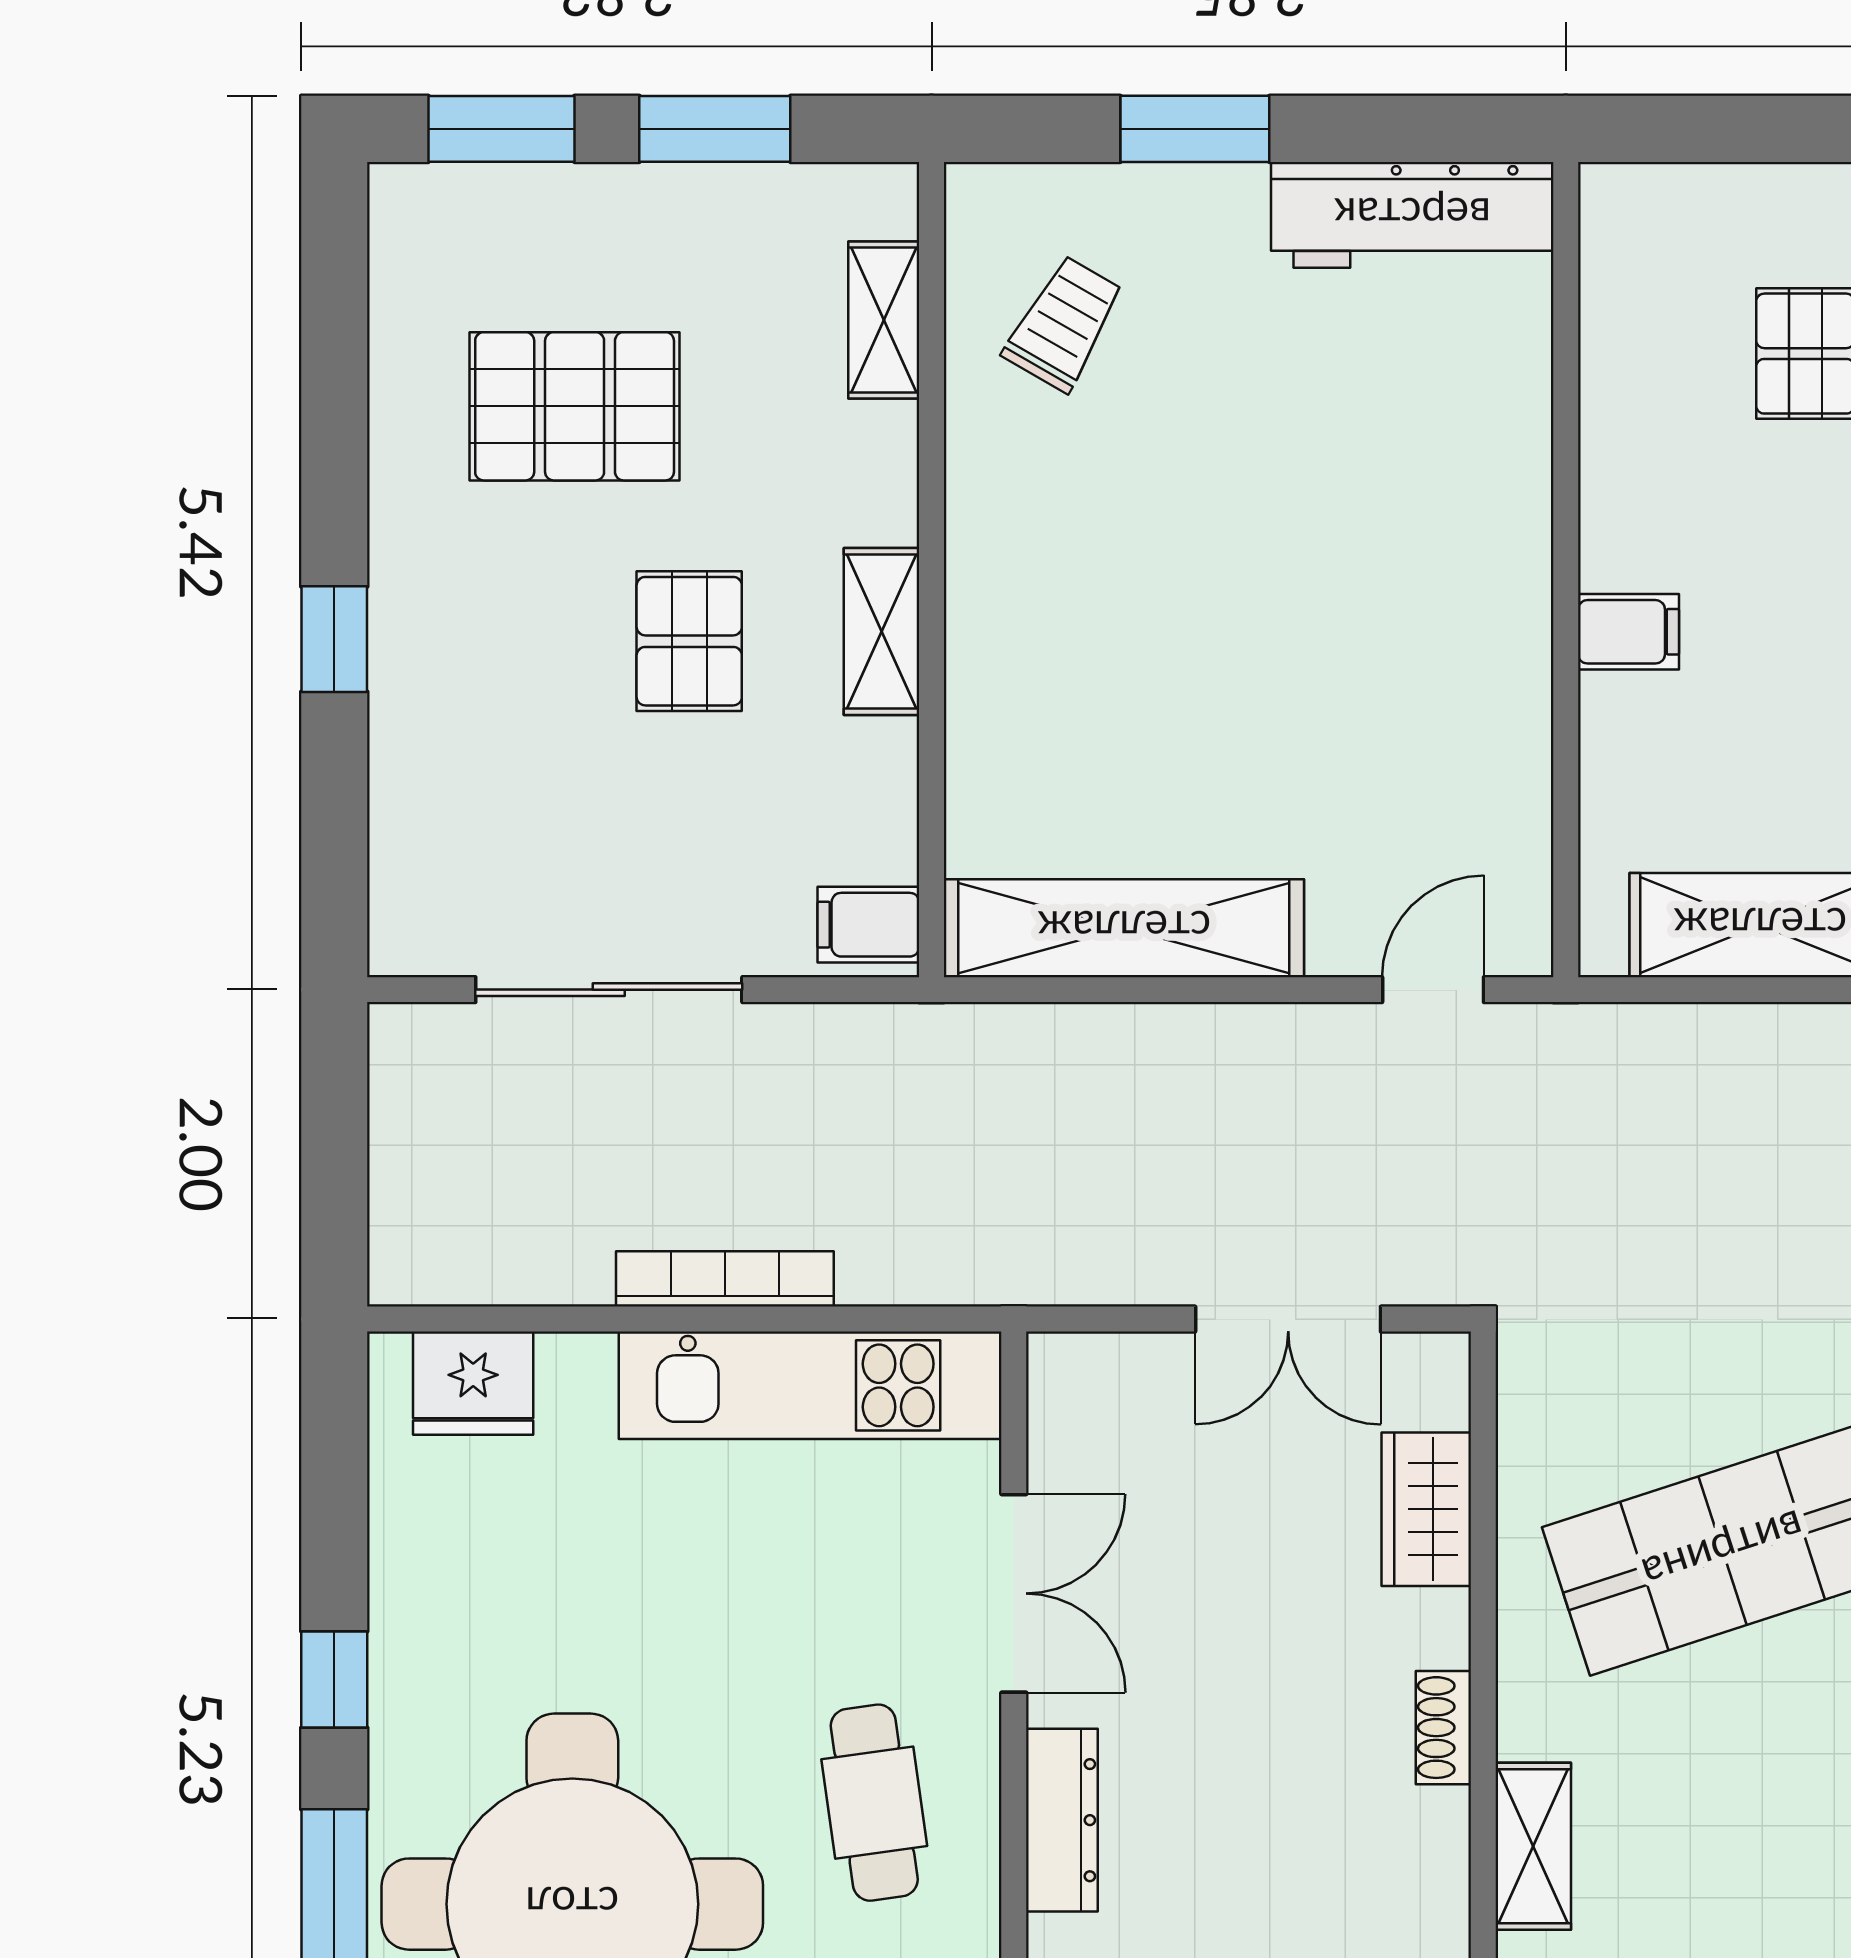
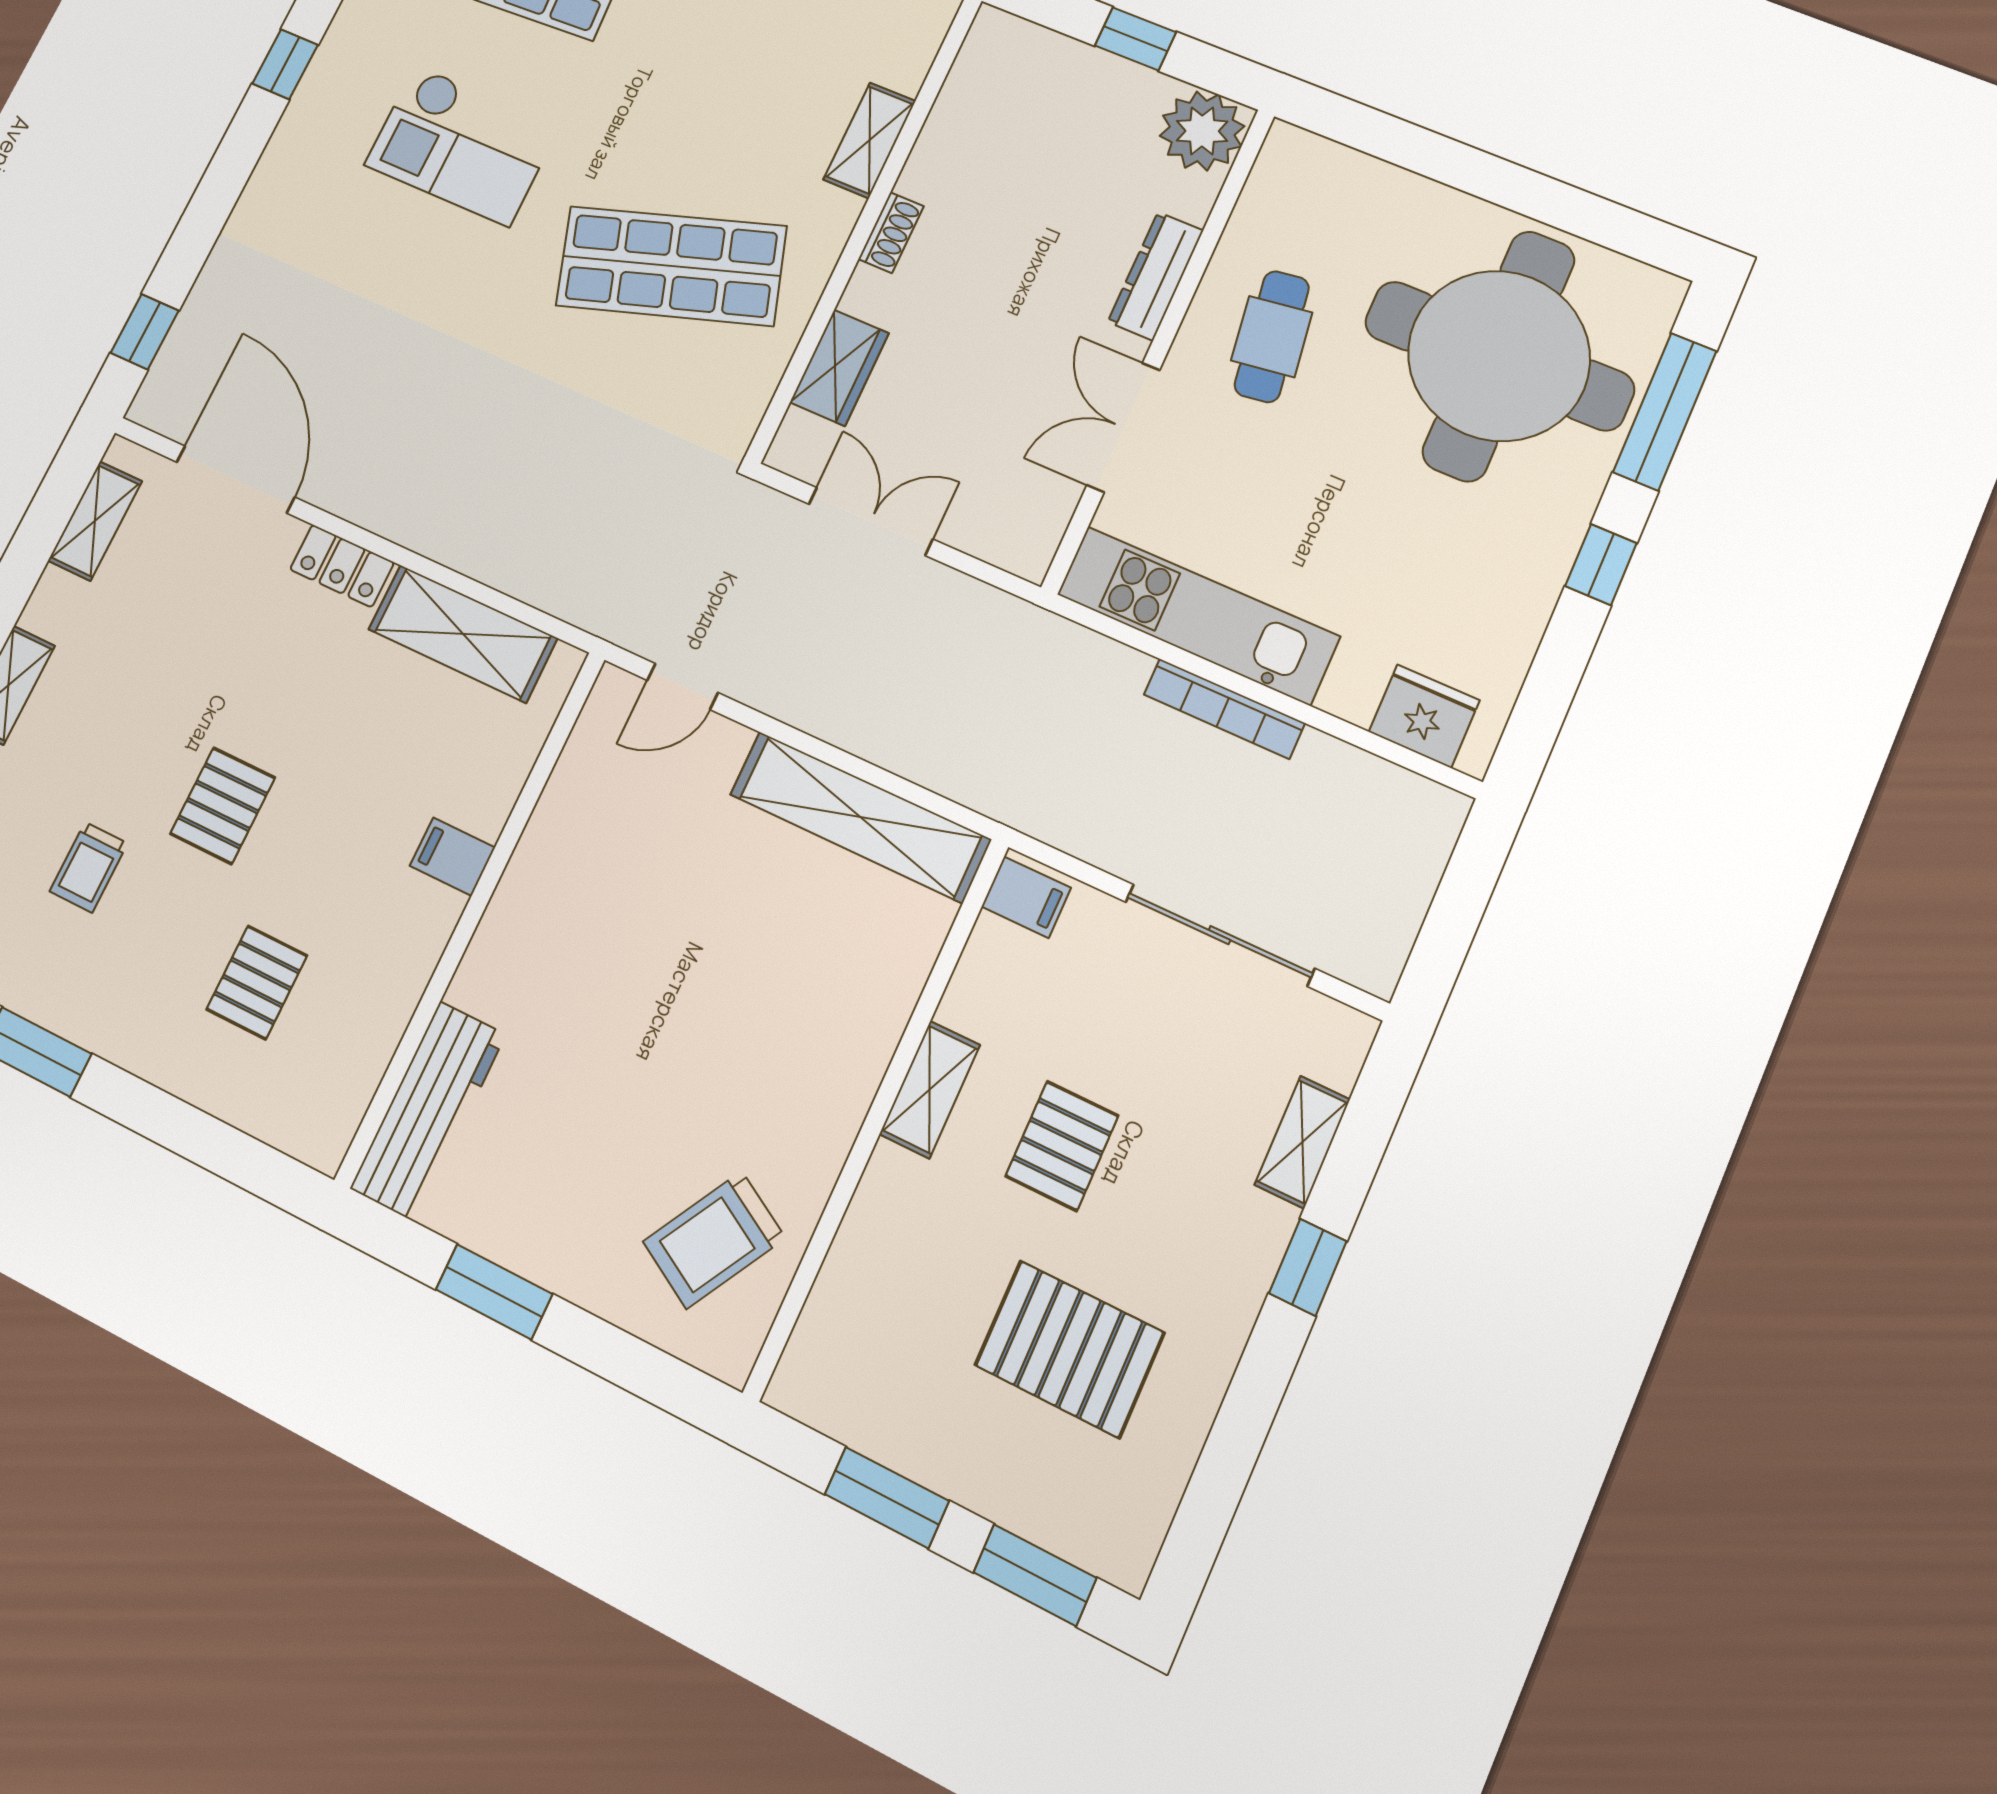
window: (1195, 129) -> (494, 1292), moved
workbench: (1412, 215) -> (428, 1111), moved, turned 90
shelving: (884, 320) -> (1302, 1142), moved
trolley: (1064, 324) -> (714, 1240), width x1.36, depth x1.39

